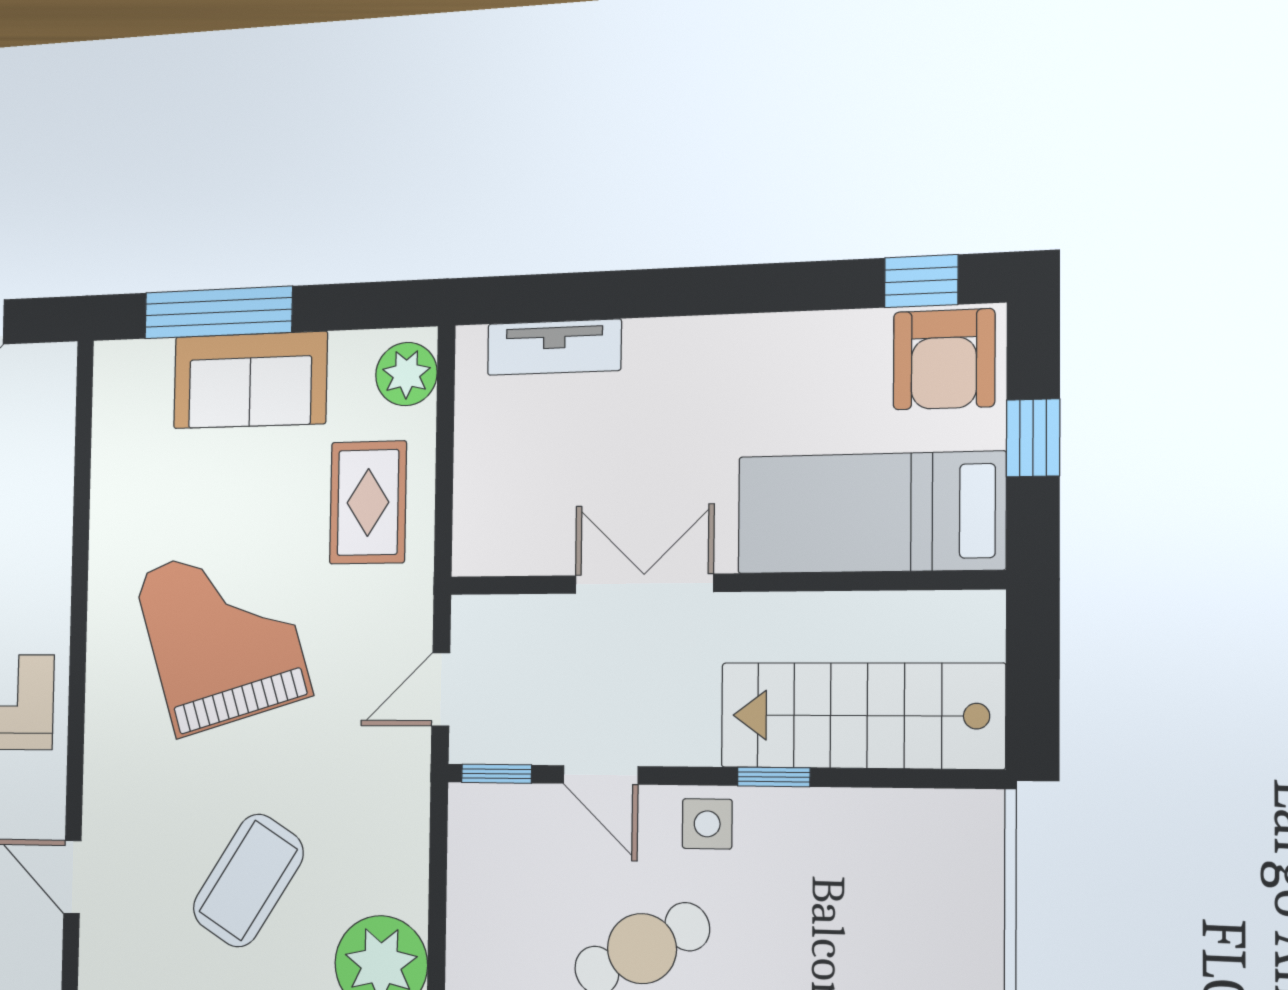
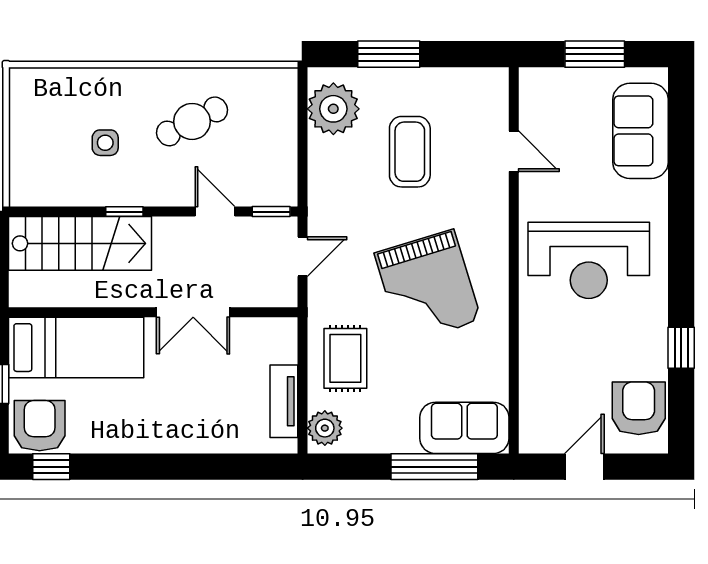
tv unit: (554, 347) -> (284, 401), moved, turned -90
sofa: (250, 380) -> (464, 428), moved
side table: (707, 824) -> (105, 143), moved
coffee table: (248, 881) -> (410, 152), turned -32

